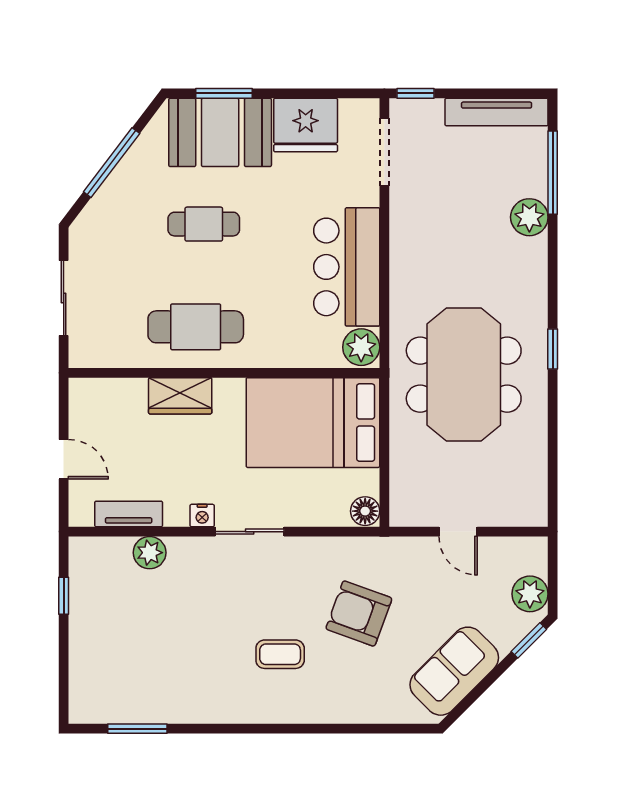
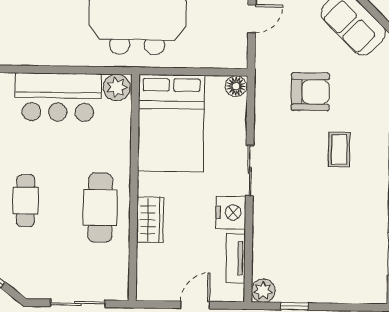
nightstand: (202, 516) -> (231, 212), width x1.89, depth x1.79
plant: (150, 553) -> (263, 291), moved
armchair: (359, 613) -> (310, 92), turned -110

